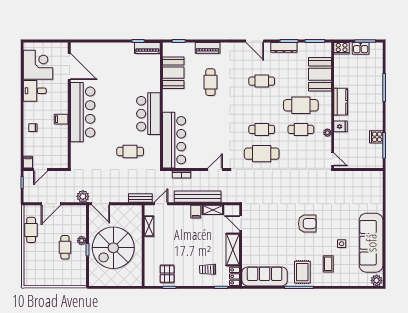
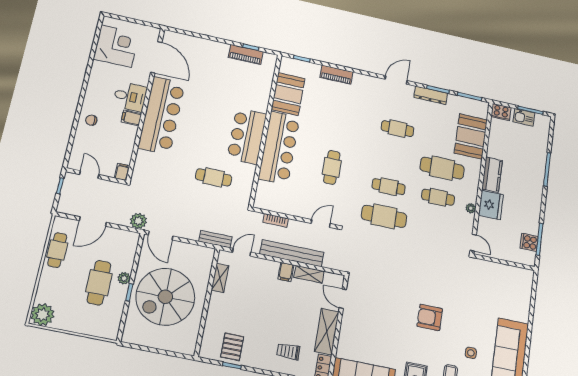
door: (255, 41) -> (396, 80), swing flipped
piano: (147, 48) -> (246, 54), moved
cafe table: (210, 82) -> (332, 167), moved
desk: (35, 91) -> (130, 97), moved, turned 180
fridge: (341, 126) -> (491, 205), width x1.88, depth x1.34
cooker: (376, 137) -> (529, 242), moved
bar counter: (174, 140) -> (279, 148), moved
filing cabinet: (28, 162) -> (122, 172), moved
door: (41, 170) -> (89, 175), swing flipped
armchair: (307, 224) -> (430, 317), turned 180
cafe table: (65, 247) -> (99, 283), width x1.37, depth x1.35
plant: (32, 278) -> (42, 315), added

